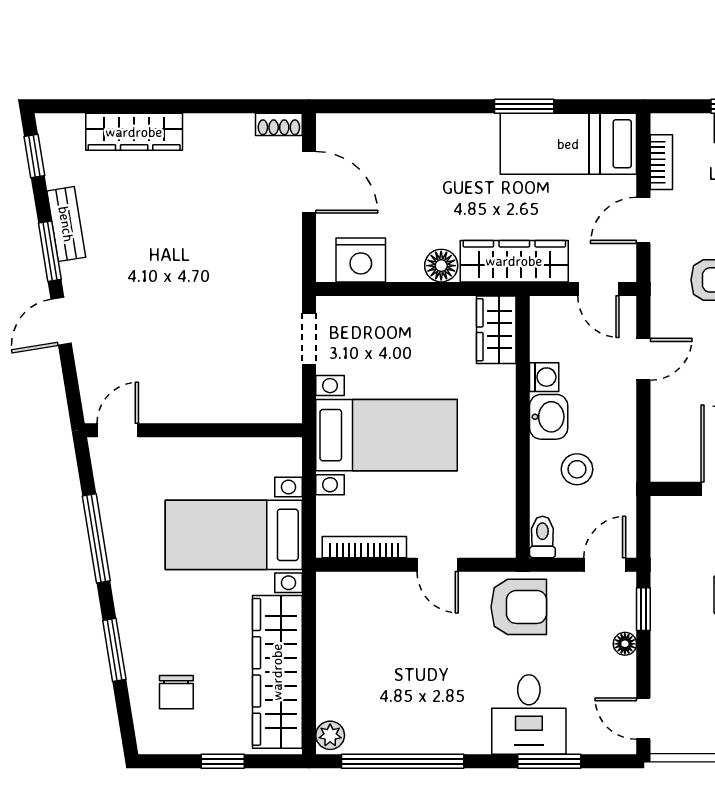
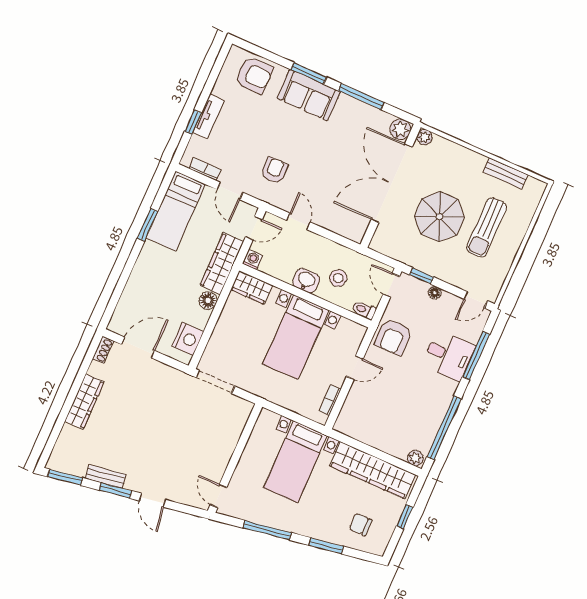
wardrobe: (134, 132) -> (84, 401), moved
window: (34, 156) -> (65, 477), width x1.50
doorway: (309, 339) -> (215, 382), width x1.38
washing machine: (544, 377) -> (253, 260), moved
bed with nightstands: (387, 435) -> (296, 337), moved, turned 180
bookcase: (364, 547) -> (330, 400), width x0.64
armchair: (519, 607) -> (393, 337), turned 180
chair: (176, 692) -> (360, 524), turned 180
window: (549, 761) -> (476, 356), width x1.44

